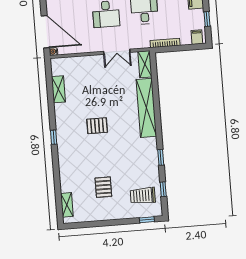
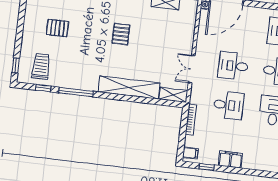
window: (161, 157) -> (76, 92), width x2.17

